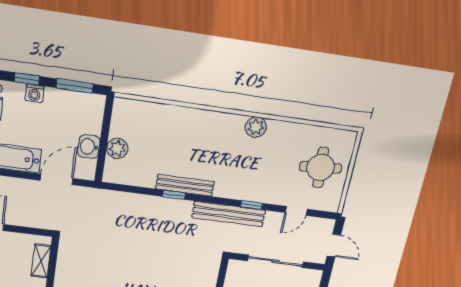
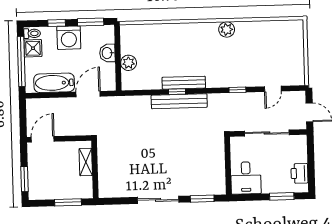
washing machine: (34, 93) -> (69, 38), width x1.89, depth x1.89
washbasin: (89, 147) -> (107, 53), moved
round table: (321, 167) -> (282, 52), removed
bench: (229, 214) -> (179, 101), moved

